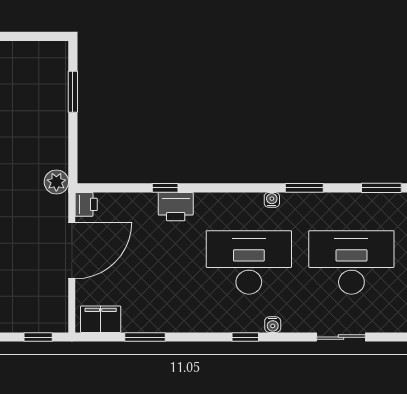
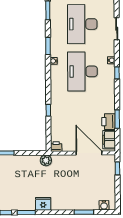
printer: (176, 207) -> (109, 122), moved, turned 180
door: (72, 250) -> (89, 153), moved

